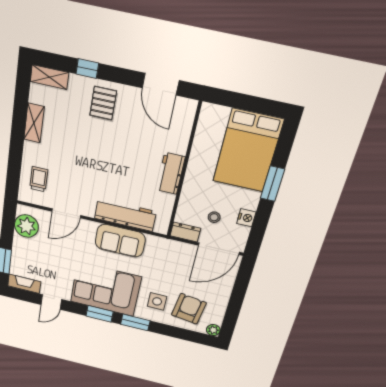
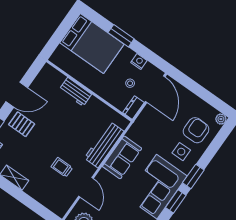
door: (161, 84) -> (17, 95), moved
workbench: (171, 174) -> (75, 92), moved
trolley: (39, 179) -> (62, 167), moved
armchair: (189, 309) -> (196, 130), turned 82

